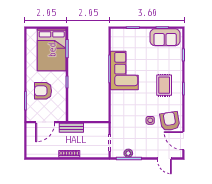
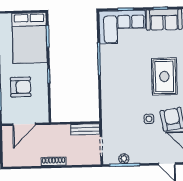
corner sofa: (124, 70) -> (122, 27), moved, turned 90
rug: (164, 85) -> (164, 76), width x1.36, depth x1.43
armchair: (43, 91) -> (21, 87), turned 180
bench: (71, 128) -> (85, 129), moved

